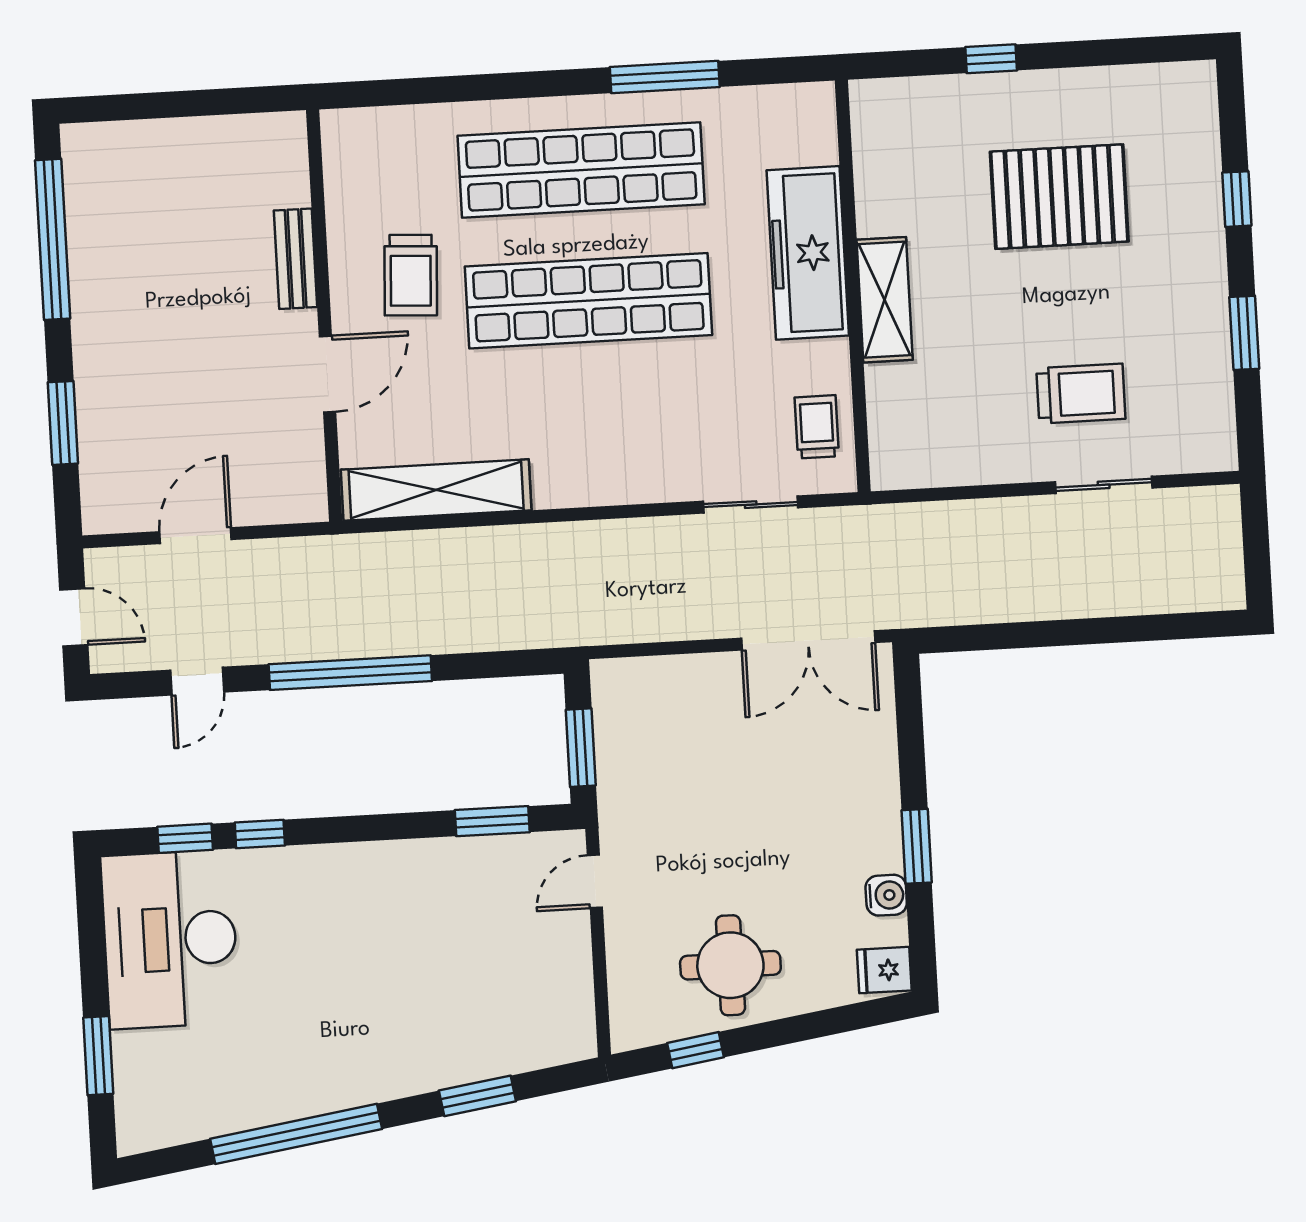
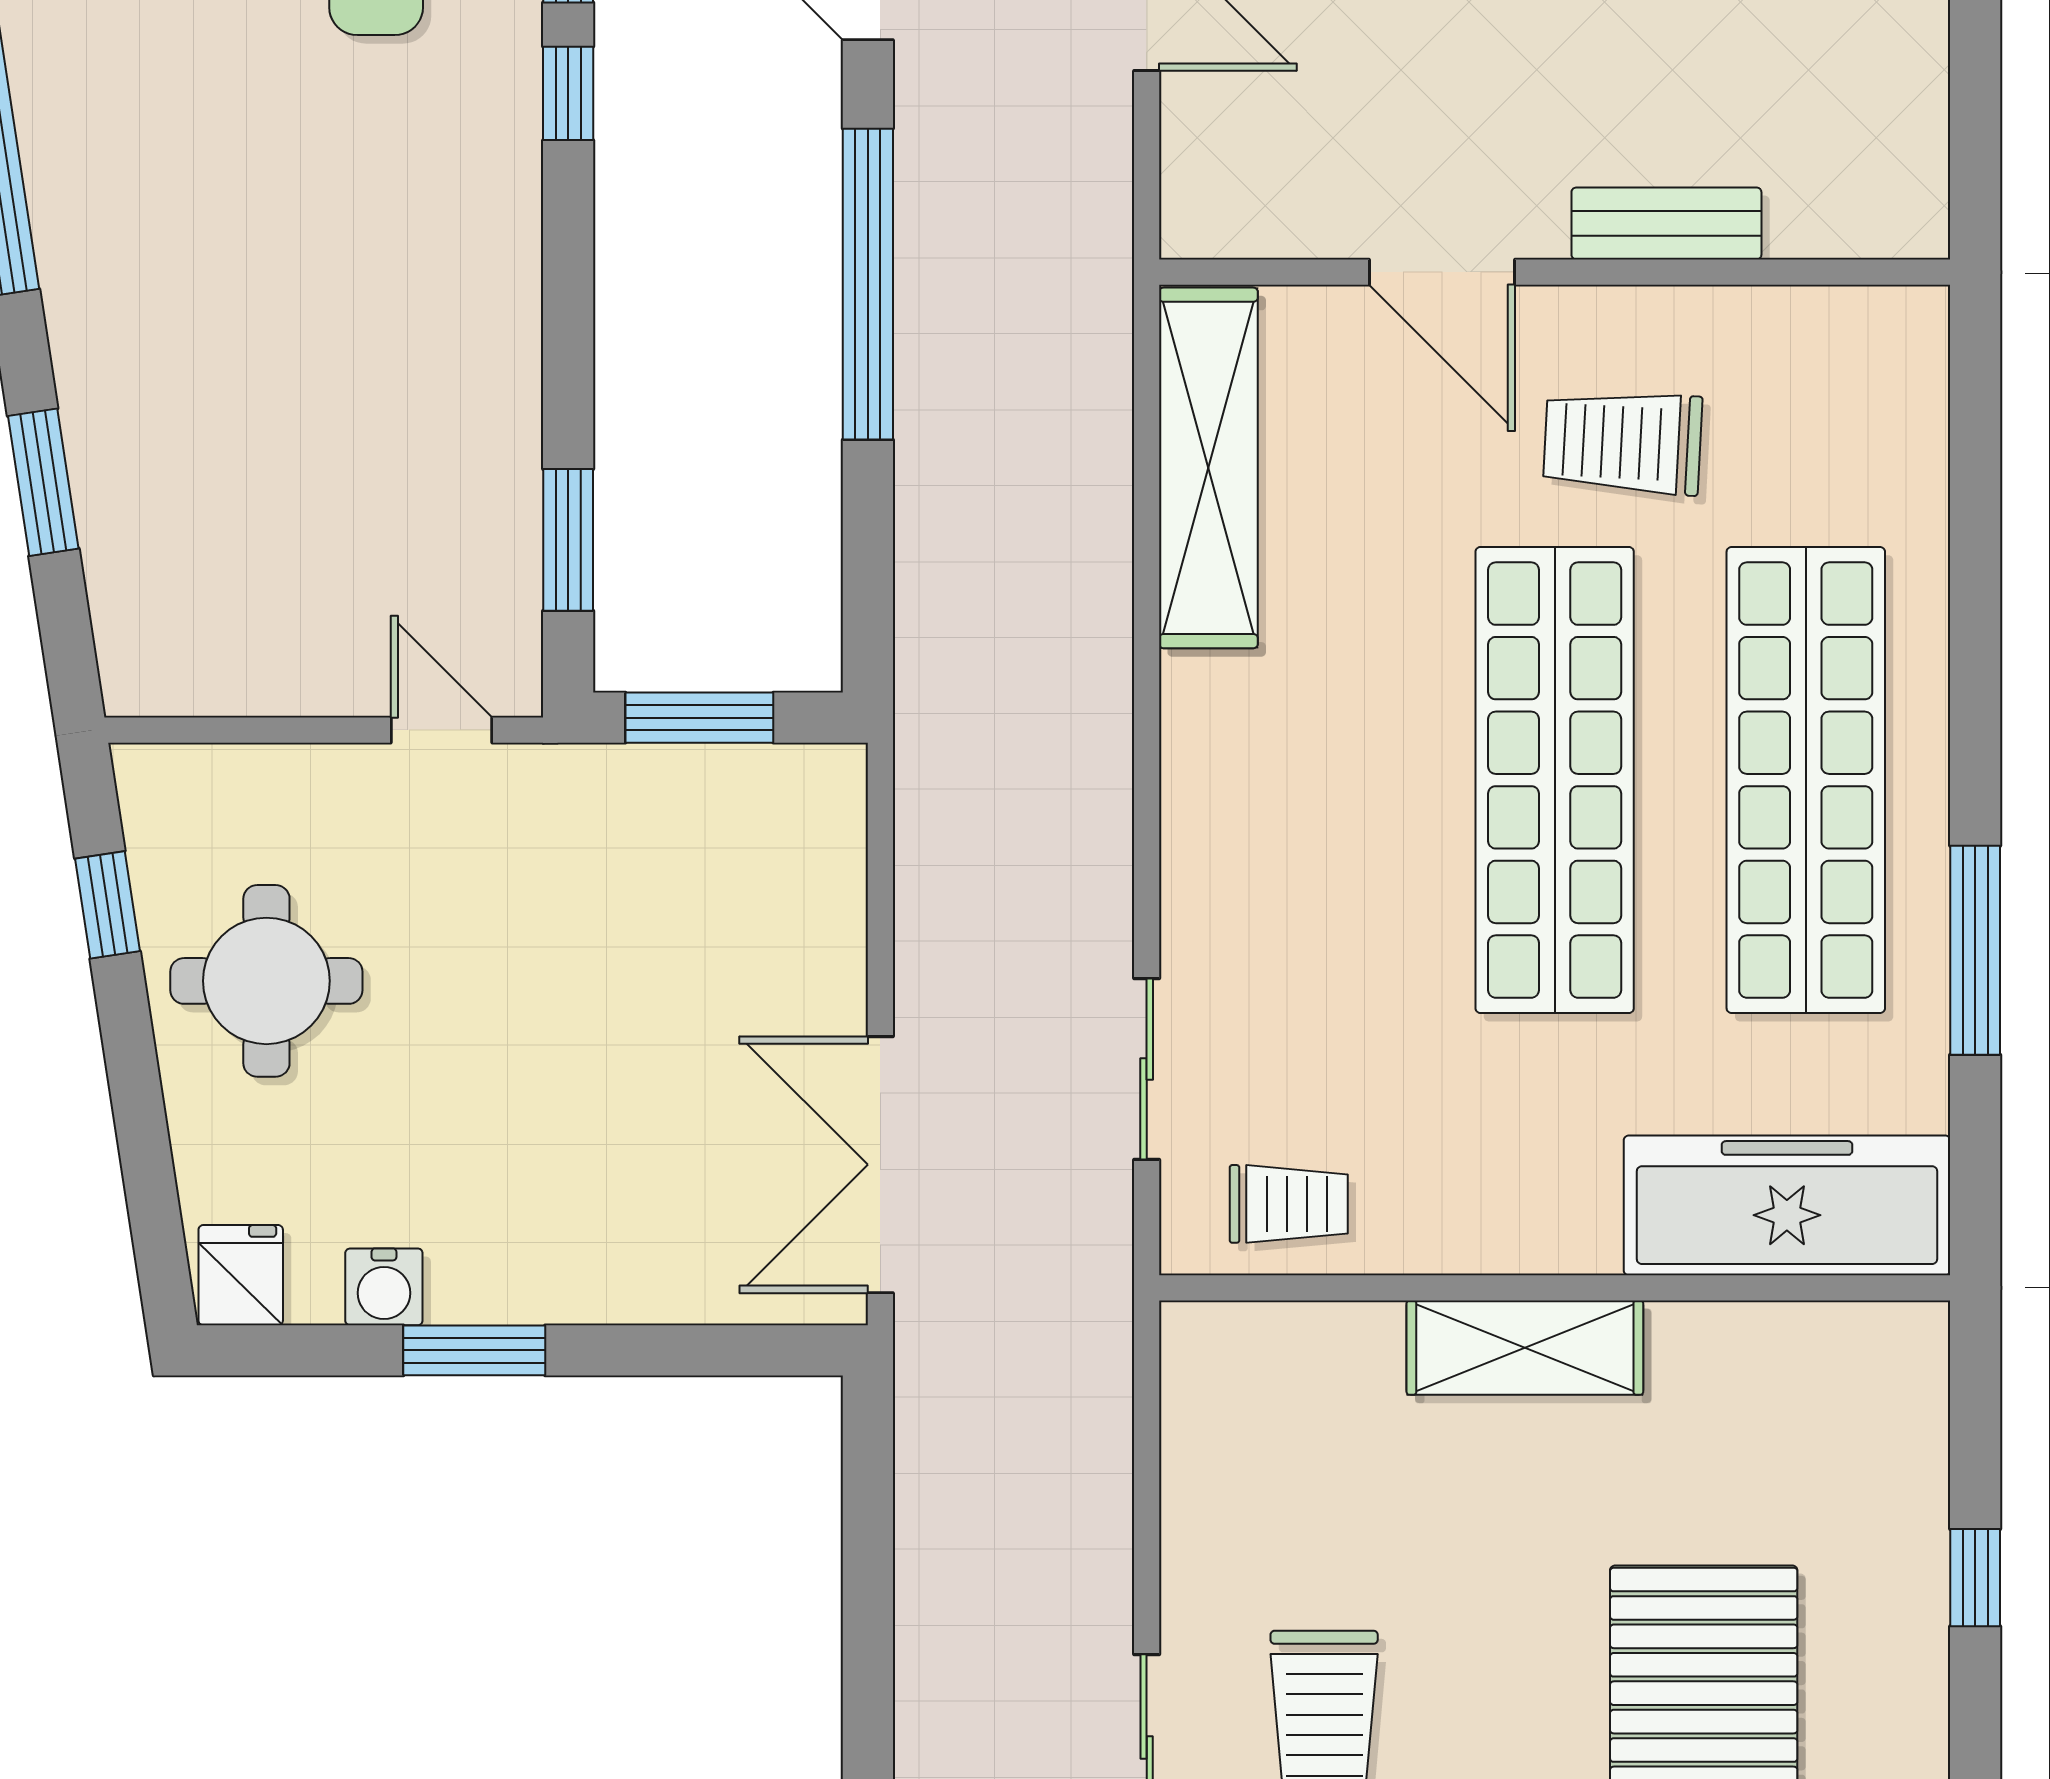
freezer: (808, 253) -> (1787, 1205), moved

